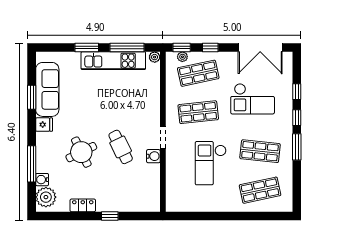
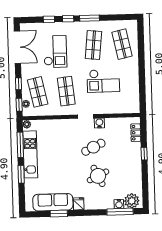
window: (32, 164) -> (120, 212), moved
locker: (83, 205) -> (136, 133), moved

